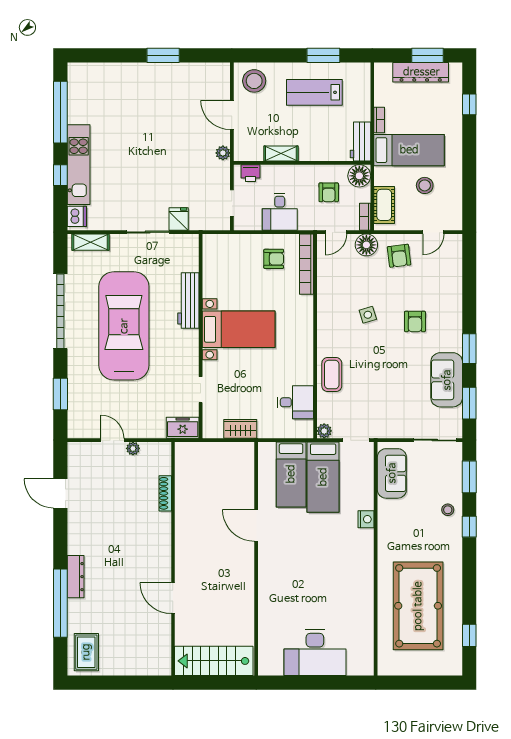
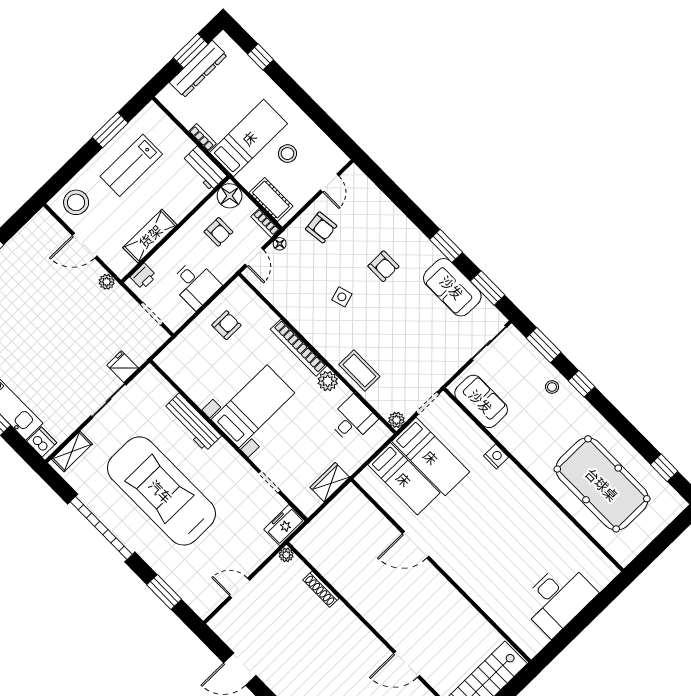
shelving: (281, 153) -> (150, 236), width x1.50, depth x1.33
floor lamp: (366, 245) -> (280, 244), width x0.53, depth x0.53
bookcase: (306, 264) -> (298, 348), moved
plant: (304, 361) -> (328, 381), added
plant: (133, 448) -> (286, 555), moved

